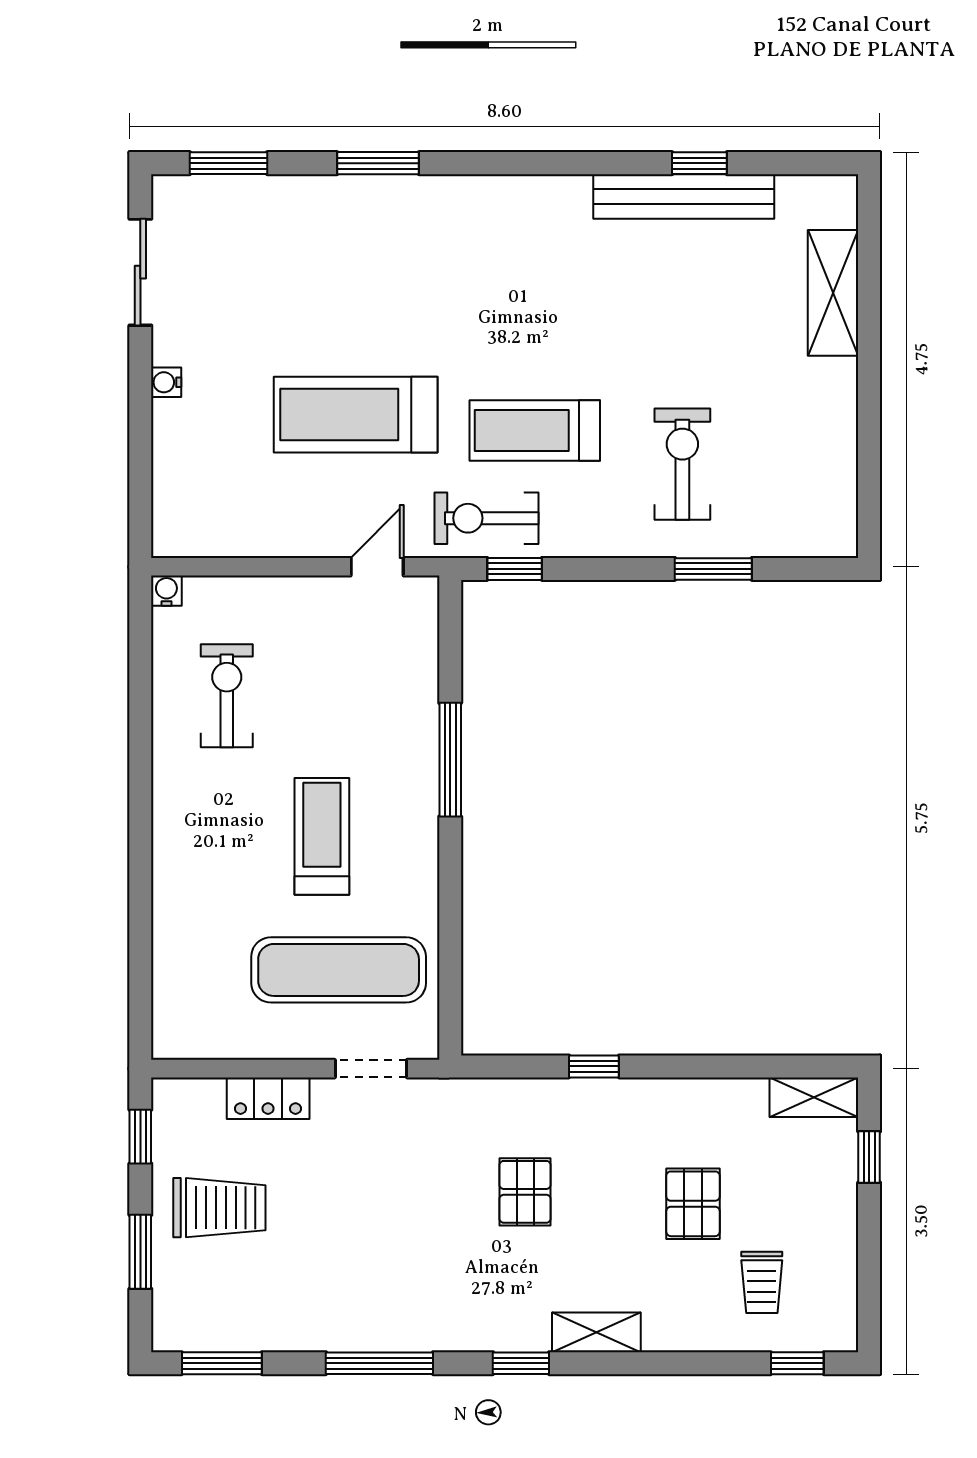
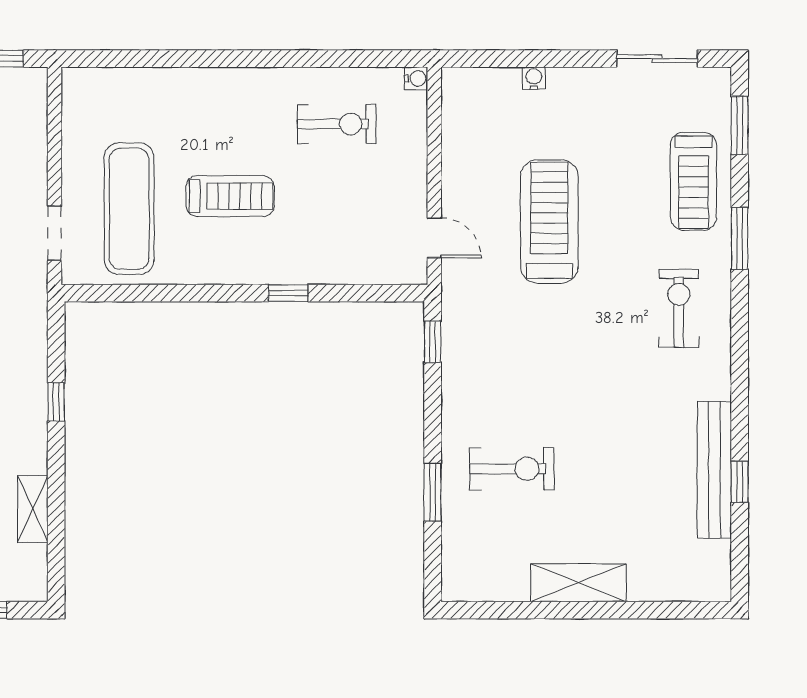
shelving: (833, 293) -> (578, 583), moved
water cooler: (166, 382) -> (534, 78), moved
treadmill: (535, 431) -> (694, 181), moved, turned 180
exercise bike: (487, 518) -> (679, 308), moved
window: (450, 760) -> (288, 293), width x0.46
shelving: (814, 1097) -> (33, 509), moved
locker: (268, 1098) -> (32, 155), removed

